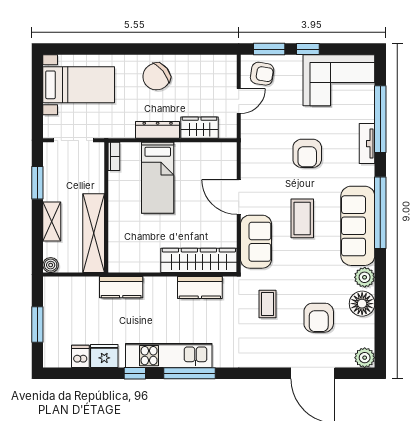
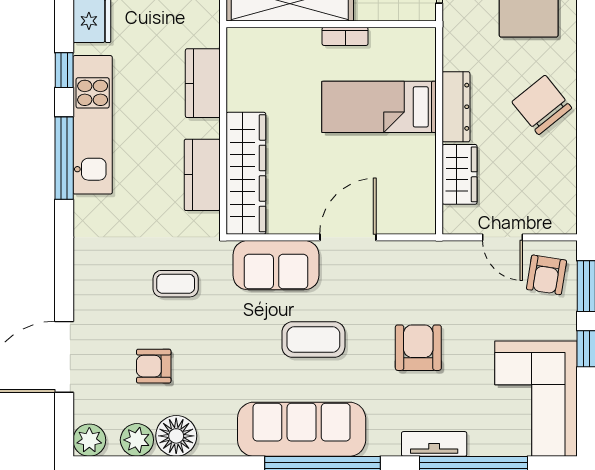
armchair: (307, 153) -> (418, 348), turned 90
bookcase: (114, 156) -> (345, 36), moved
plant: (365, 277) -> (137, 440), moved
kitchen counter: (121, 287) -> (203, 83), moved
armchair: (319, 318) -> (154, 366), width x0.72, depth x0.72

